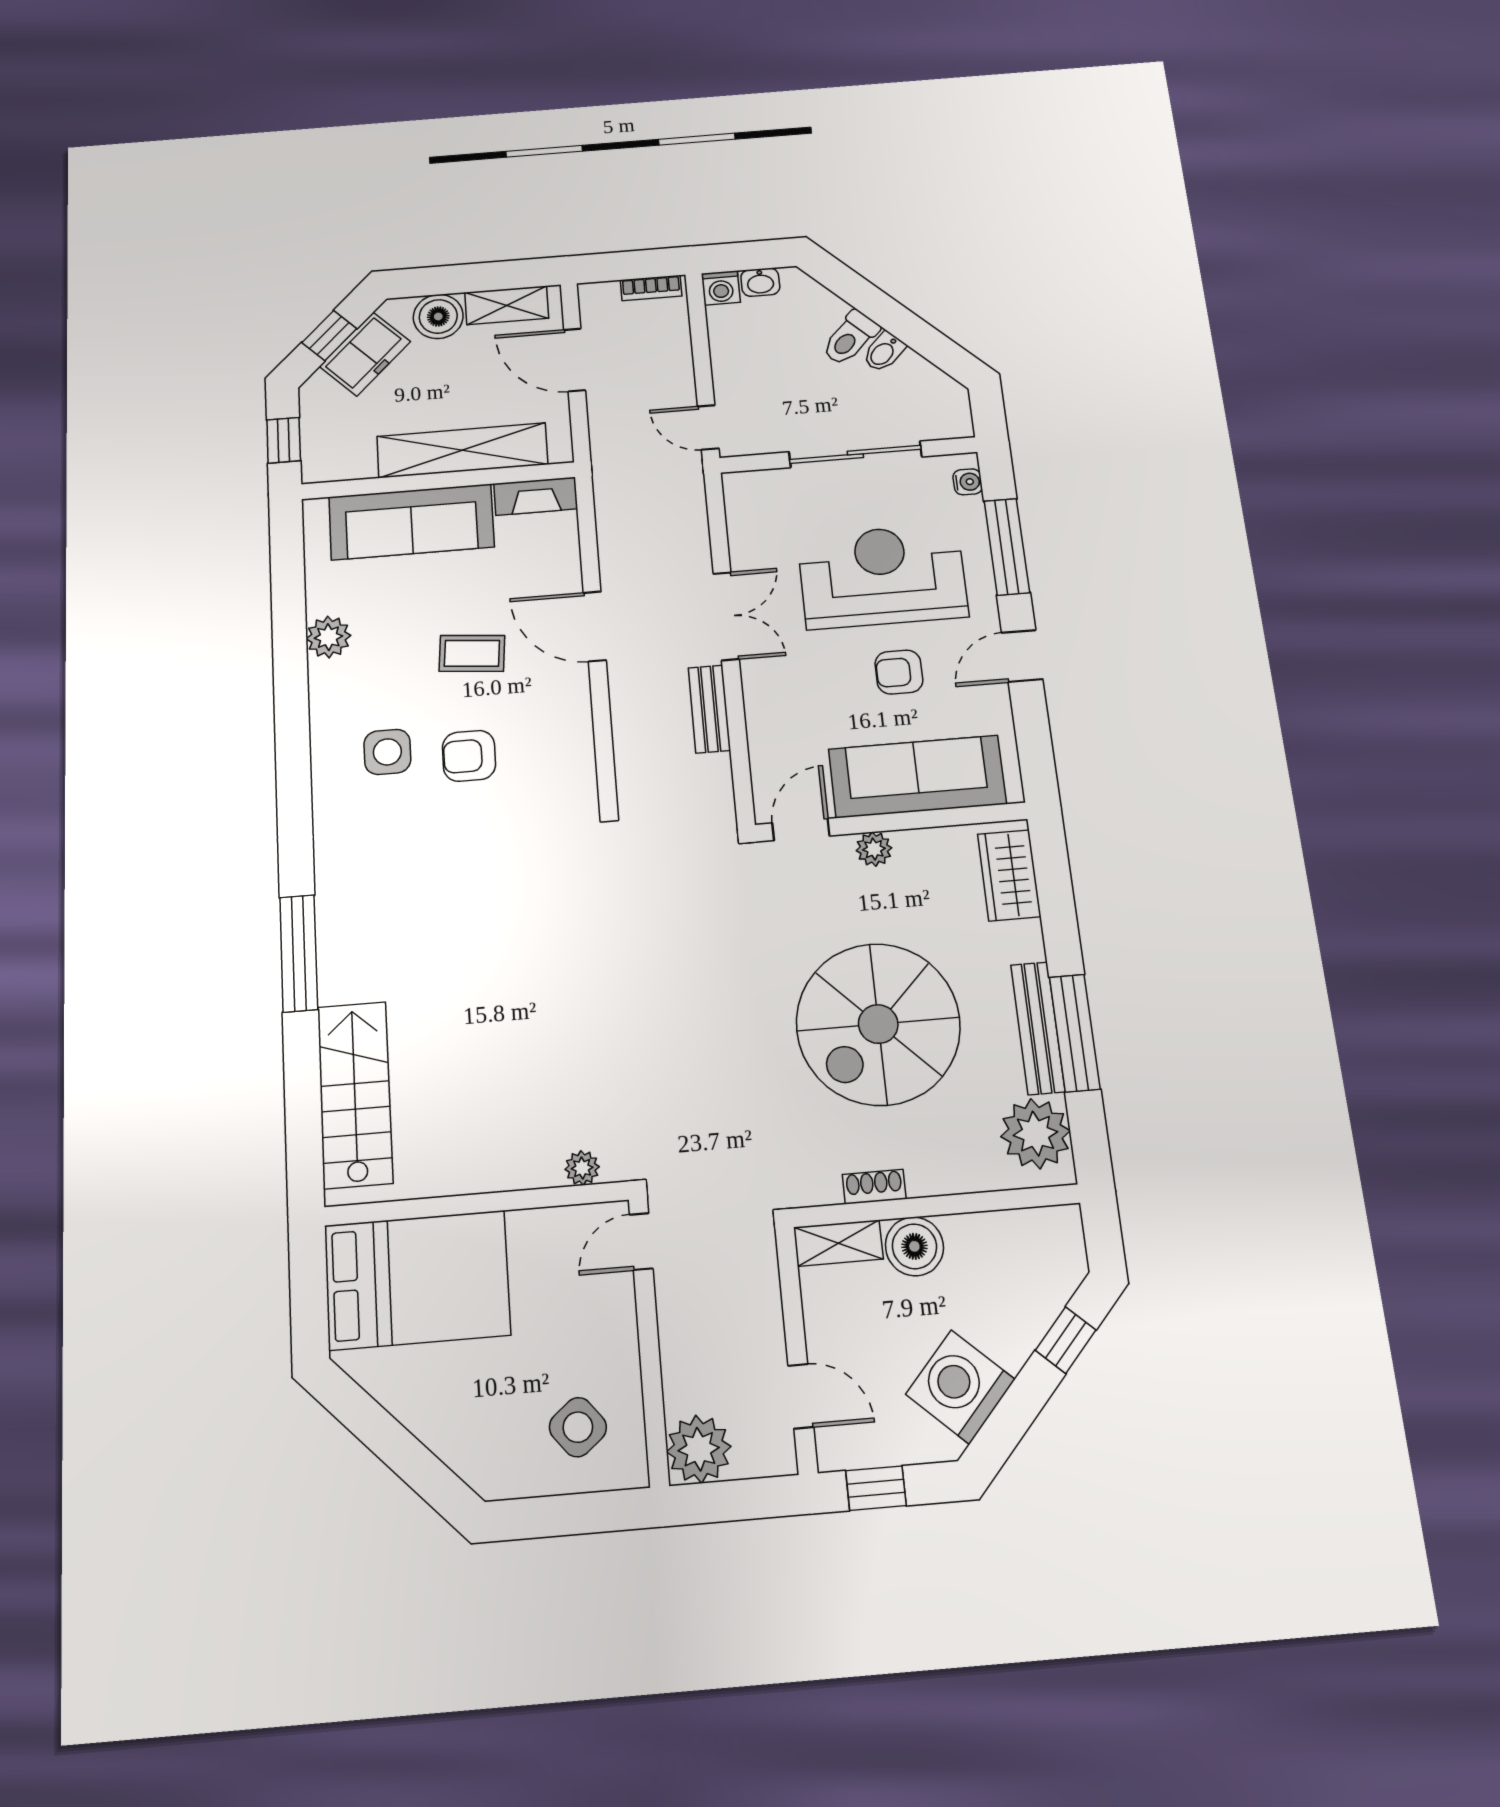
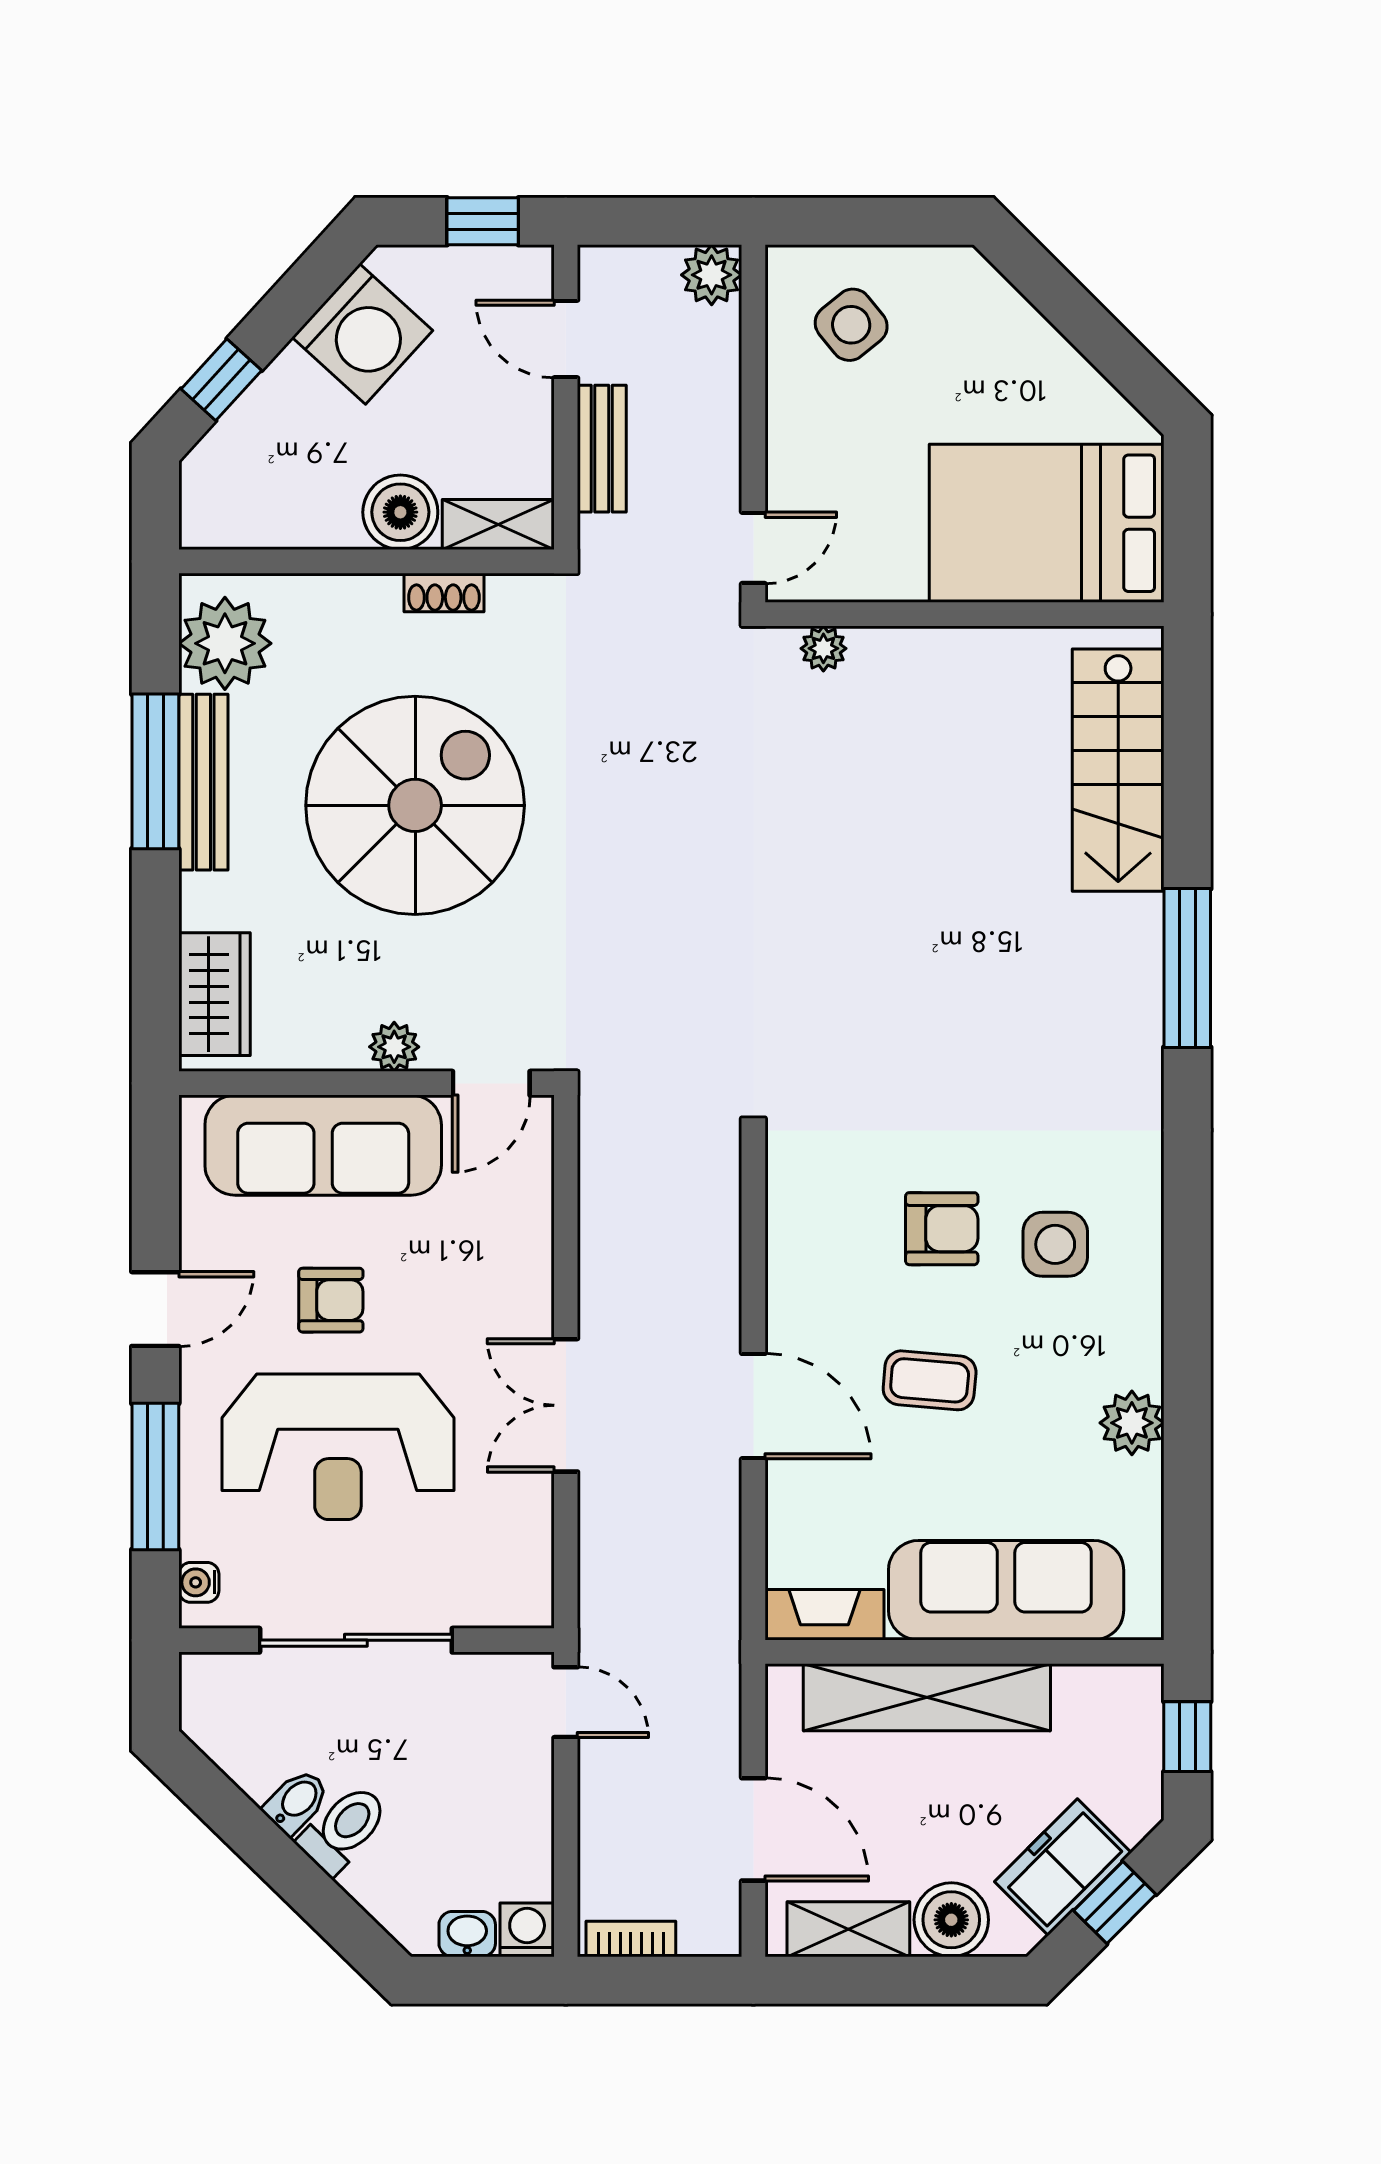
bench: (709, 709) -> (602, 449), moved
plant: (699, 1449) -> (712, 275), width x0.73, depth x0.73

